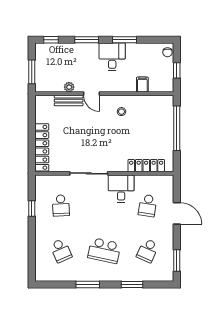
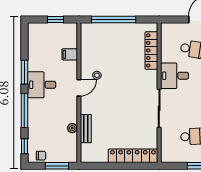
window: (87, 40) -> (24, 110), width x1.44
chair: (167, 52) -> (41, 156), moved
door: (92, 94) -> (79, 88), moved

